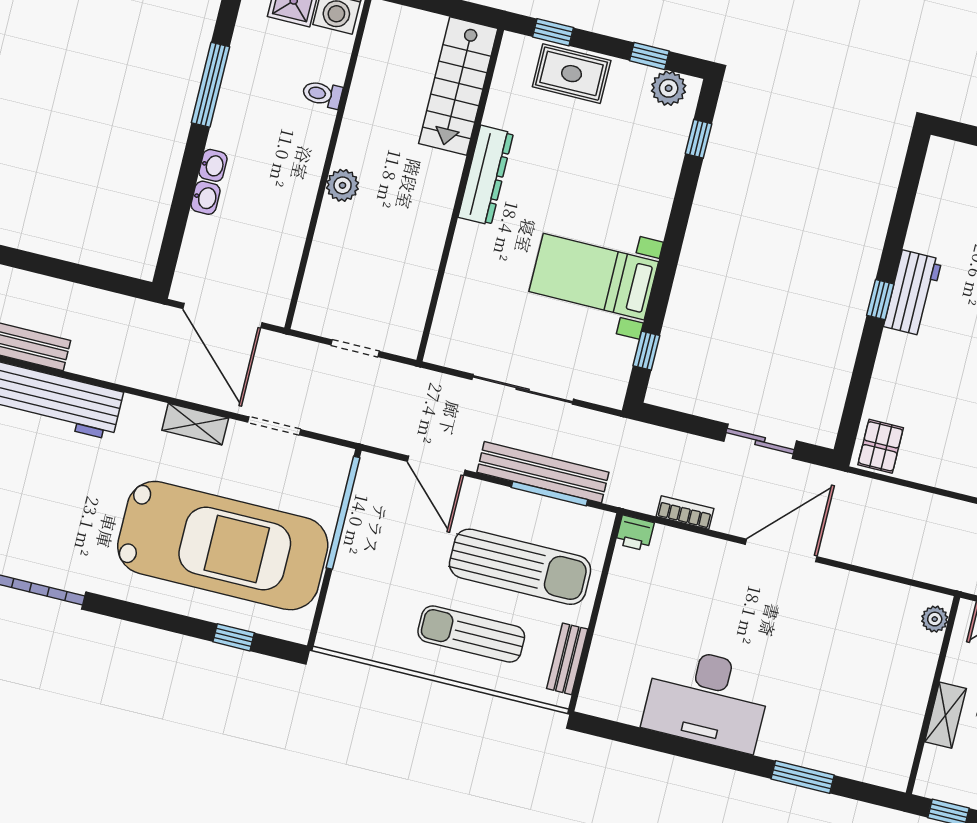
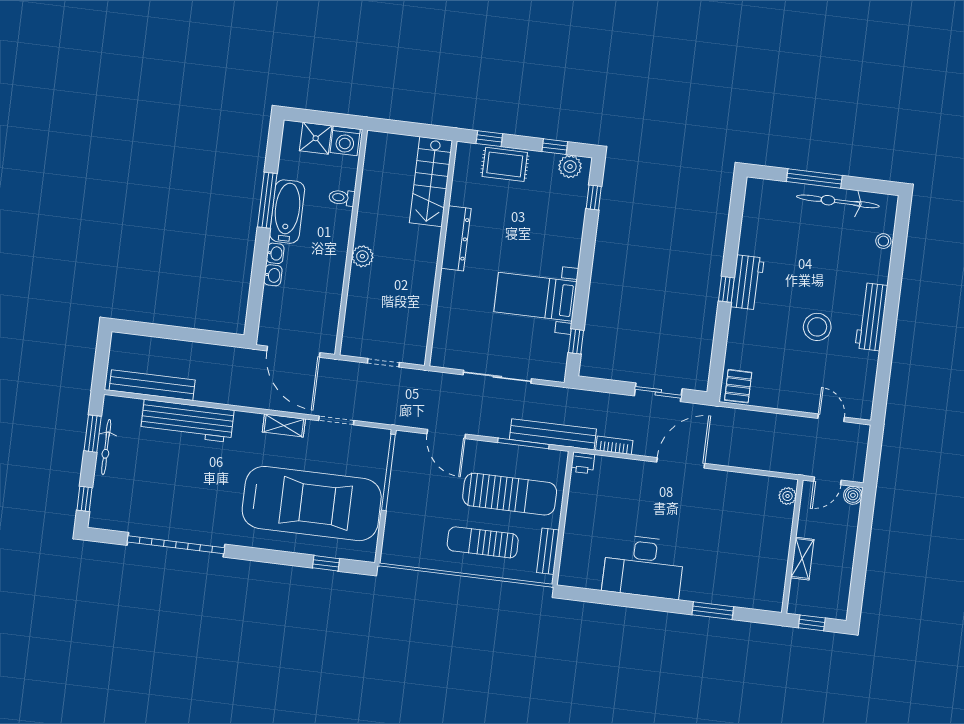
bathtub: (238, 105) -> (287, 212), added
bench: (543, 472) -> (553, 434), moved

